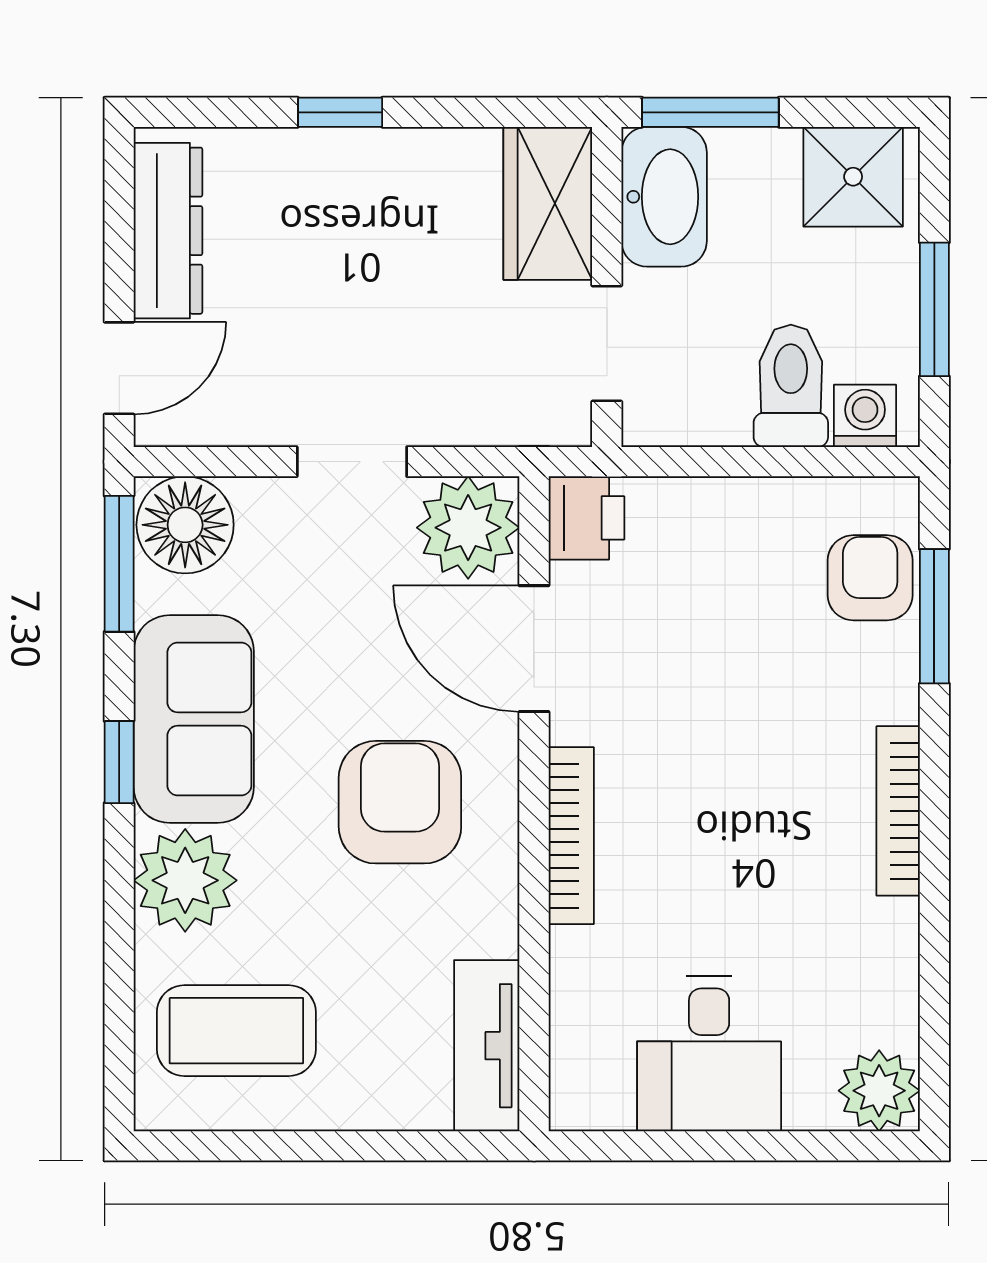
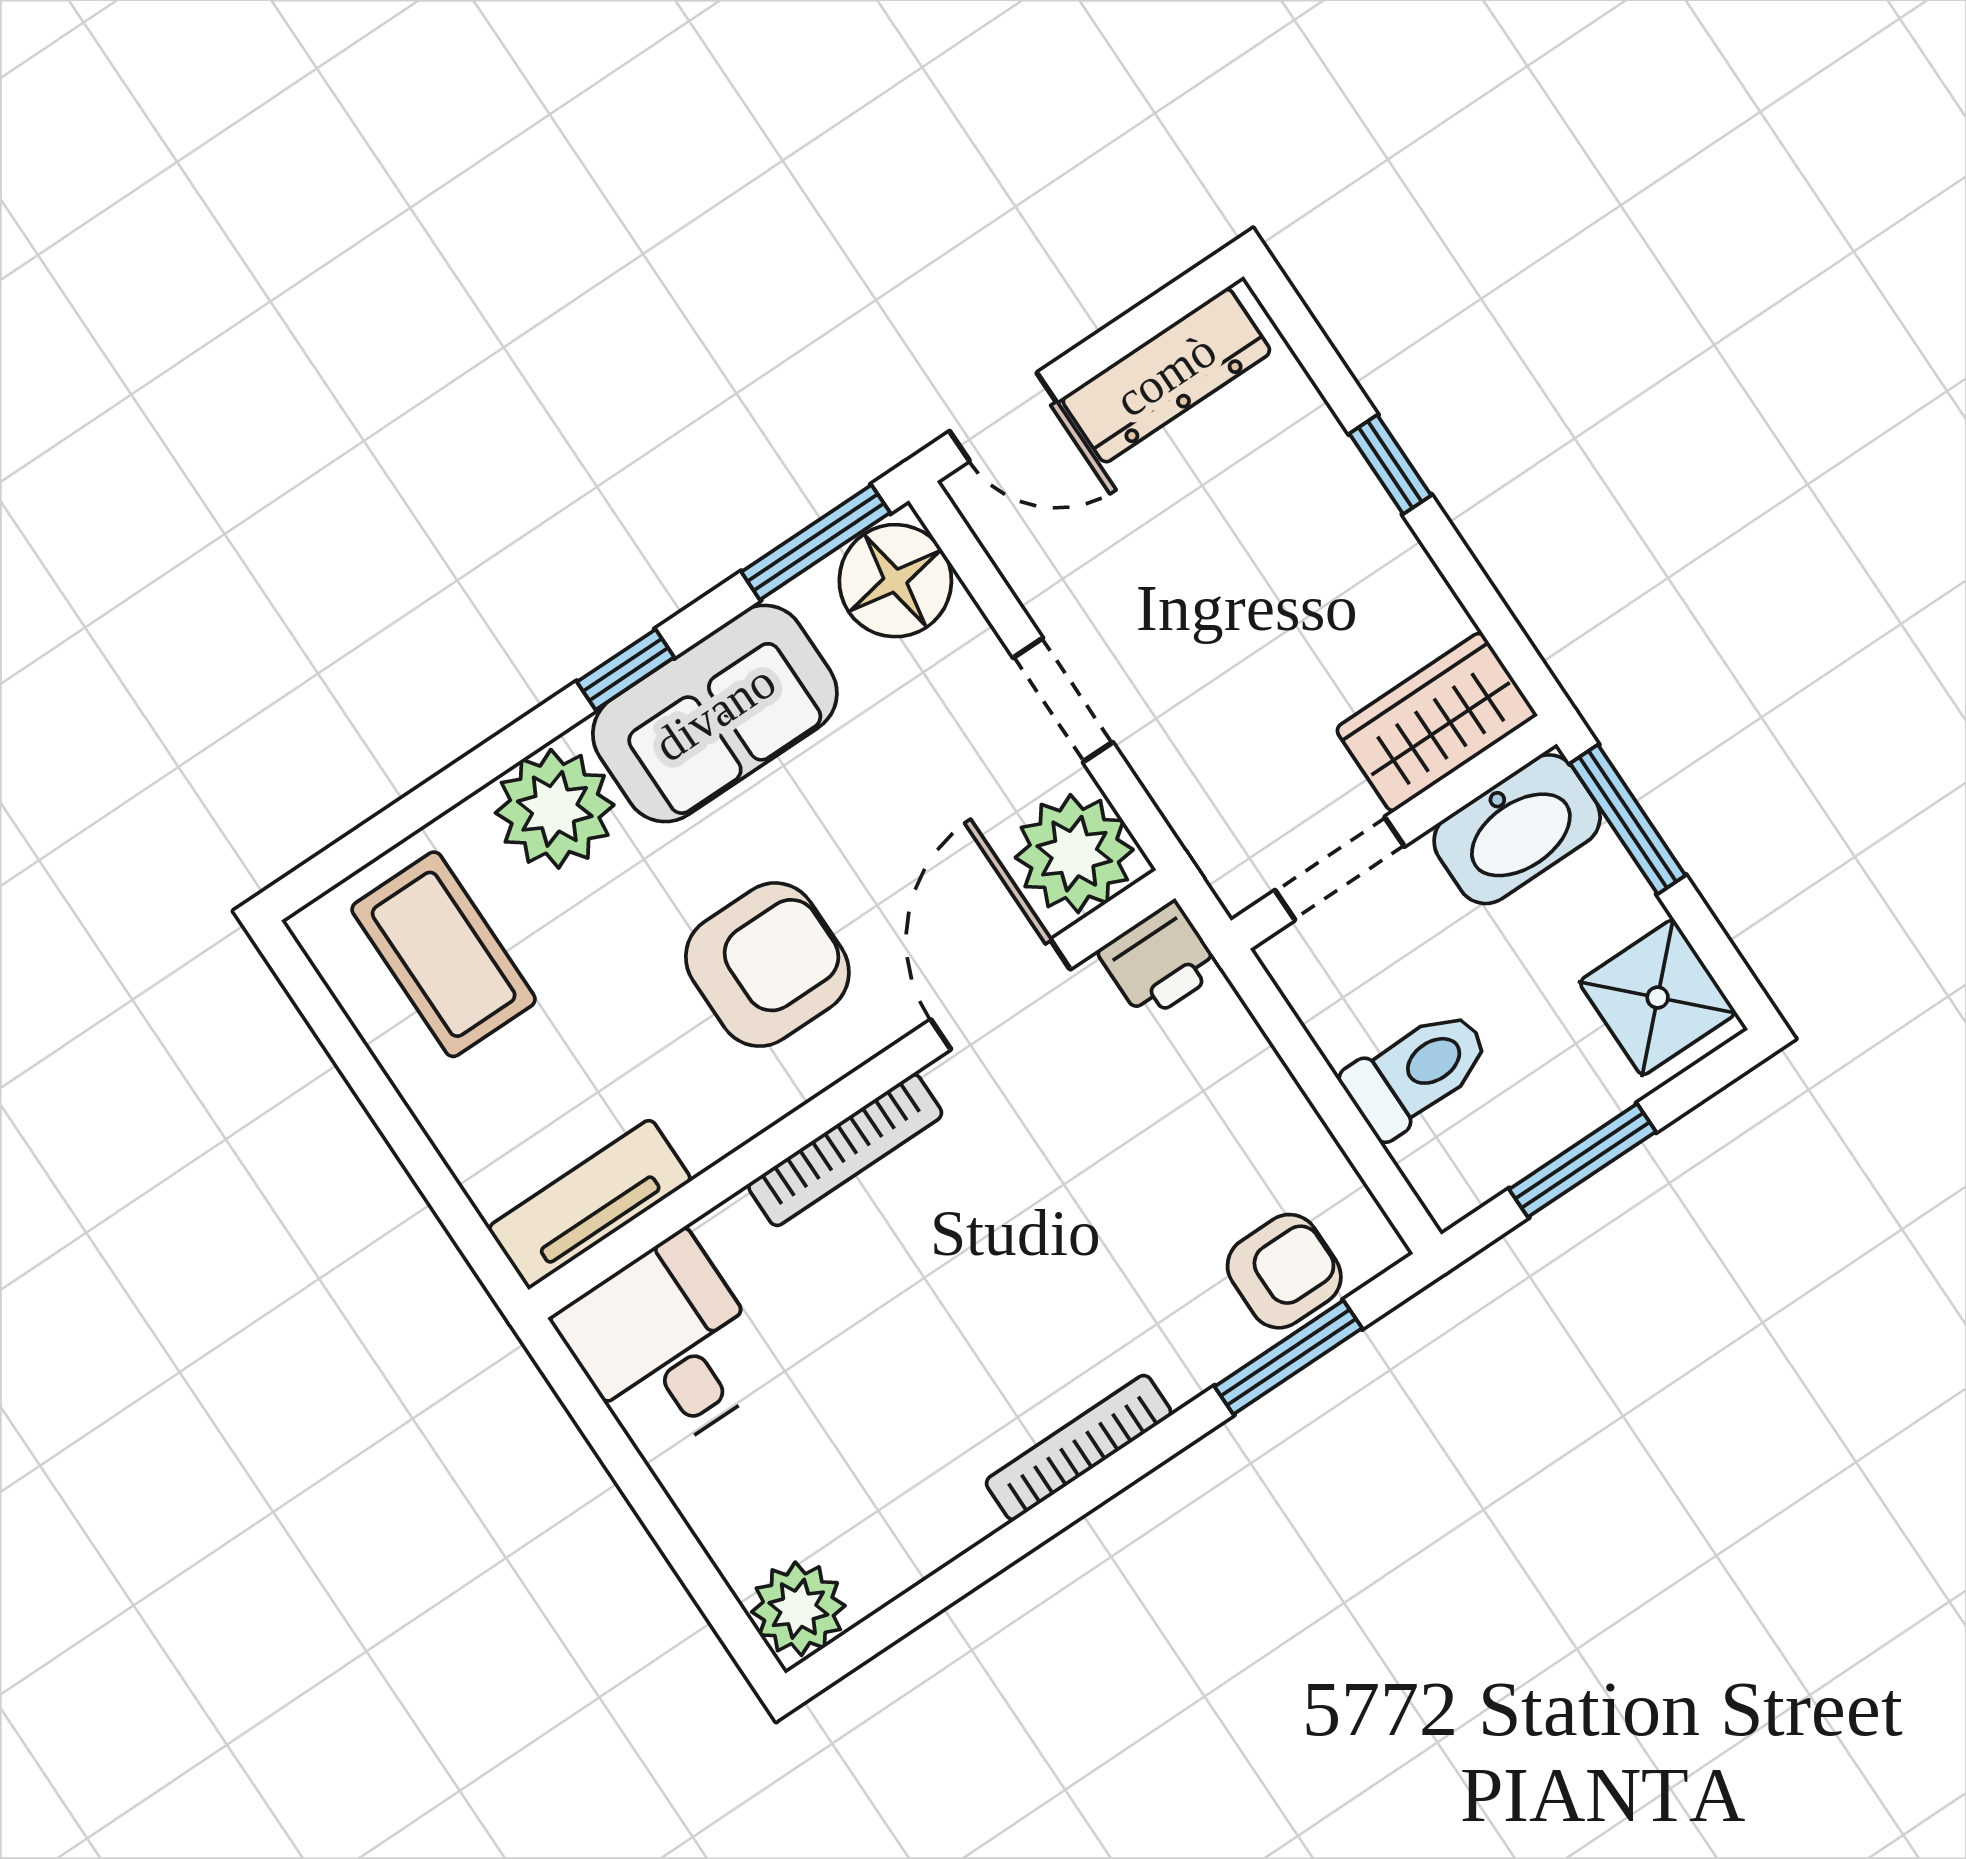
washing machine: (865, 416) -> (1436, 1162), removed
desk: (709, 1054) -> (667, 1346), moved, turned 90

